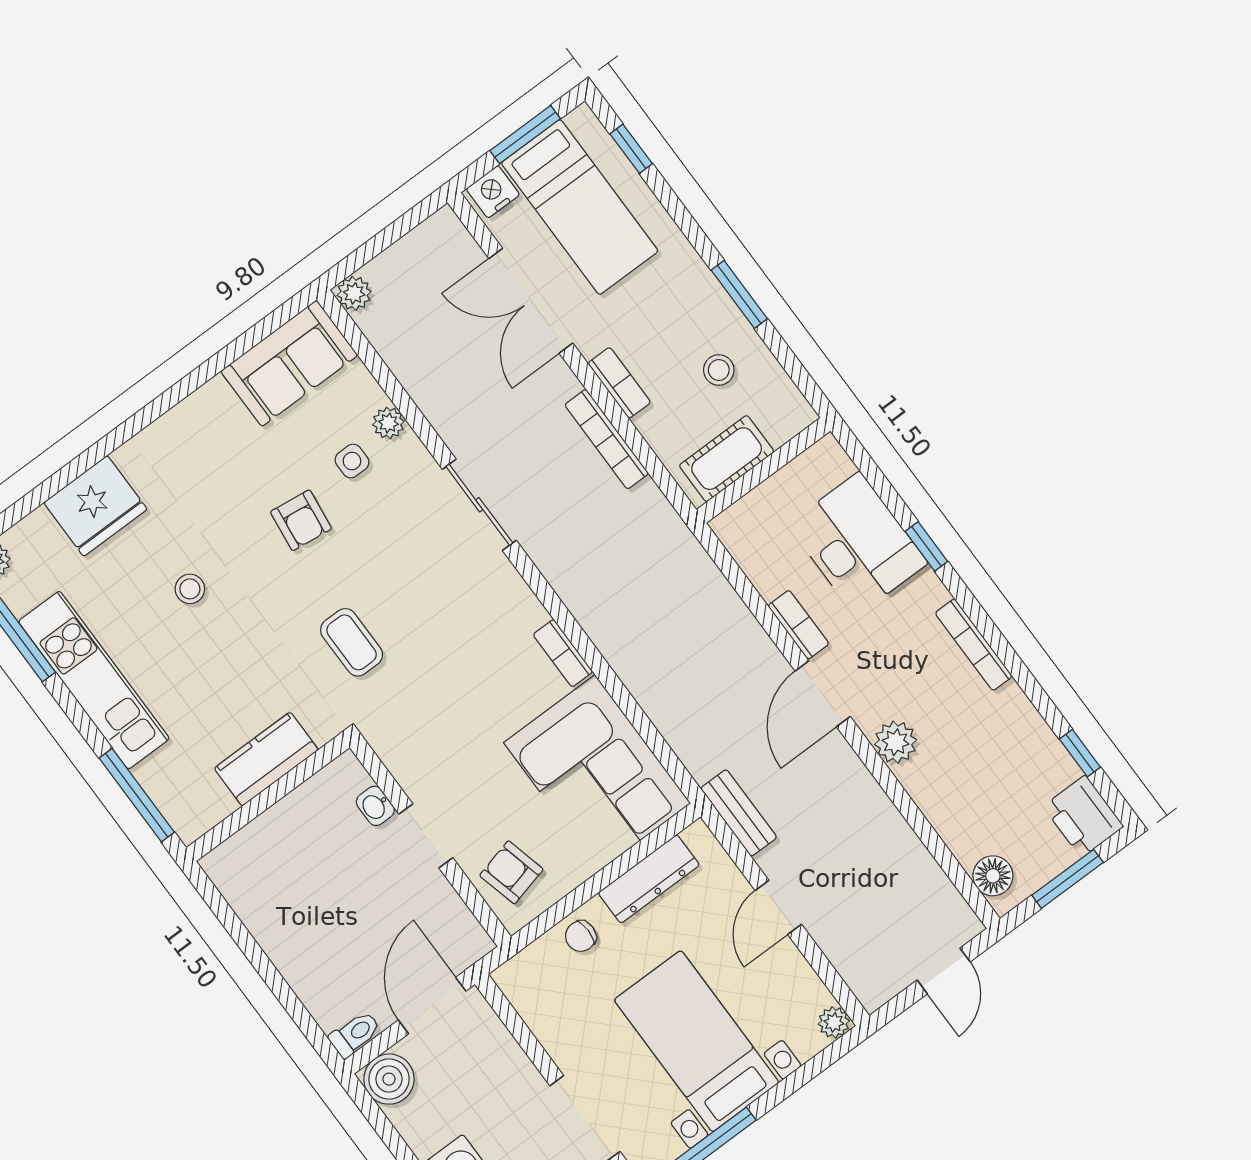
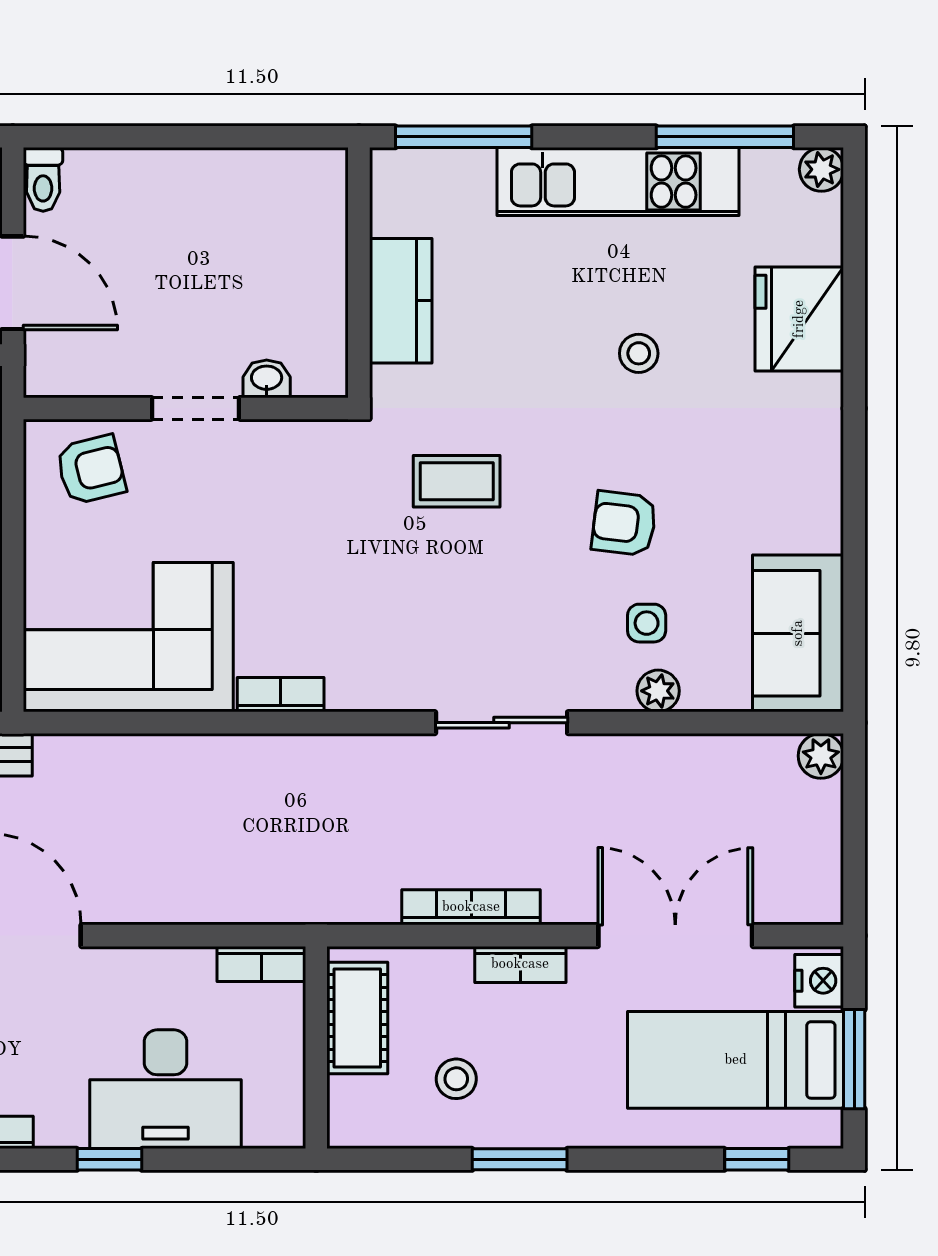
bookcase: (798, 625) -> (261, 964), moved

